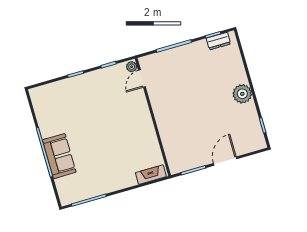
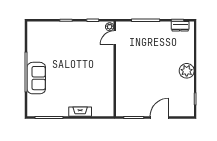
fireplace: (151, 175) -> (80, 112), moved

